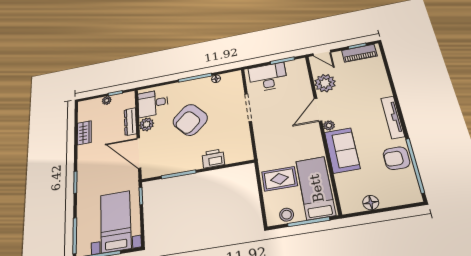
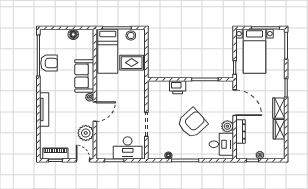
tv unit: (393, 117) -> (44, 109), moved
wardrobe: (84, 157) -> (279, 108), added

